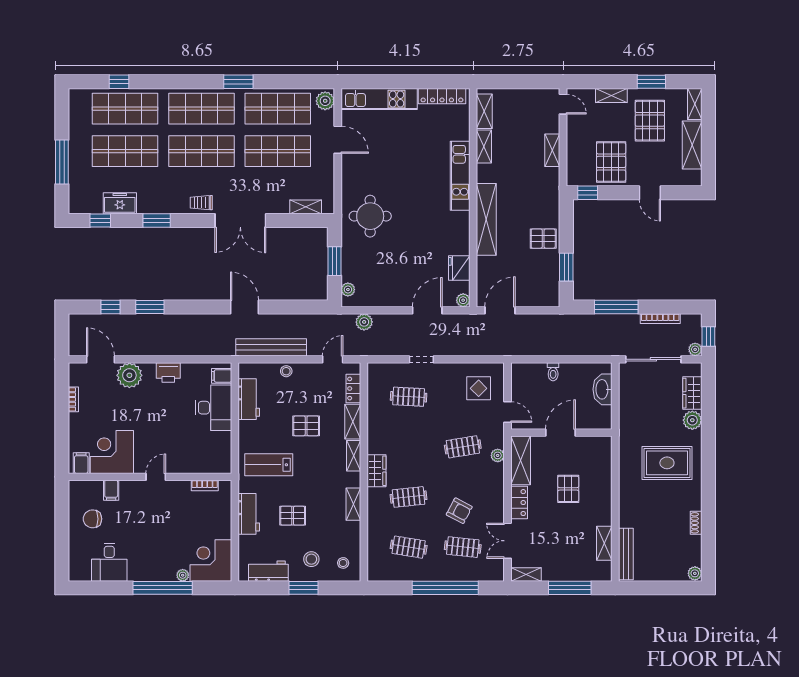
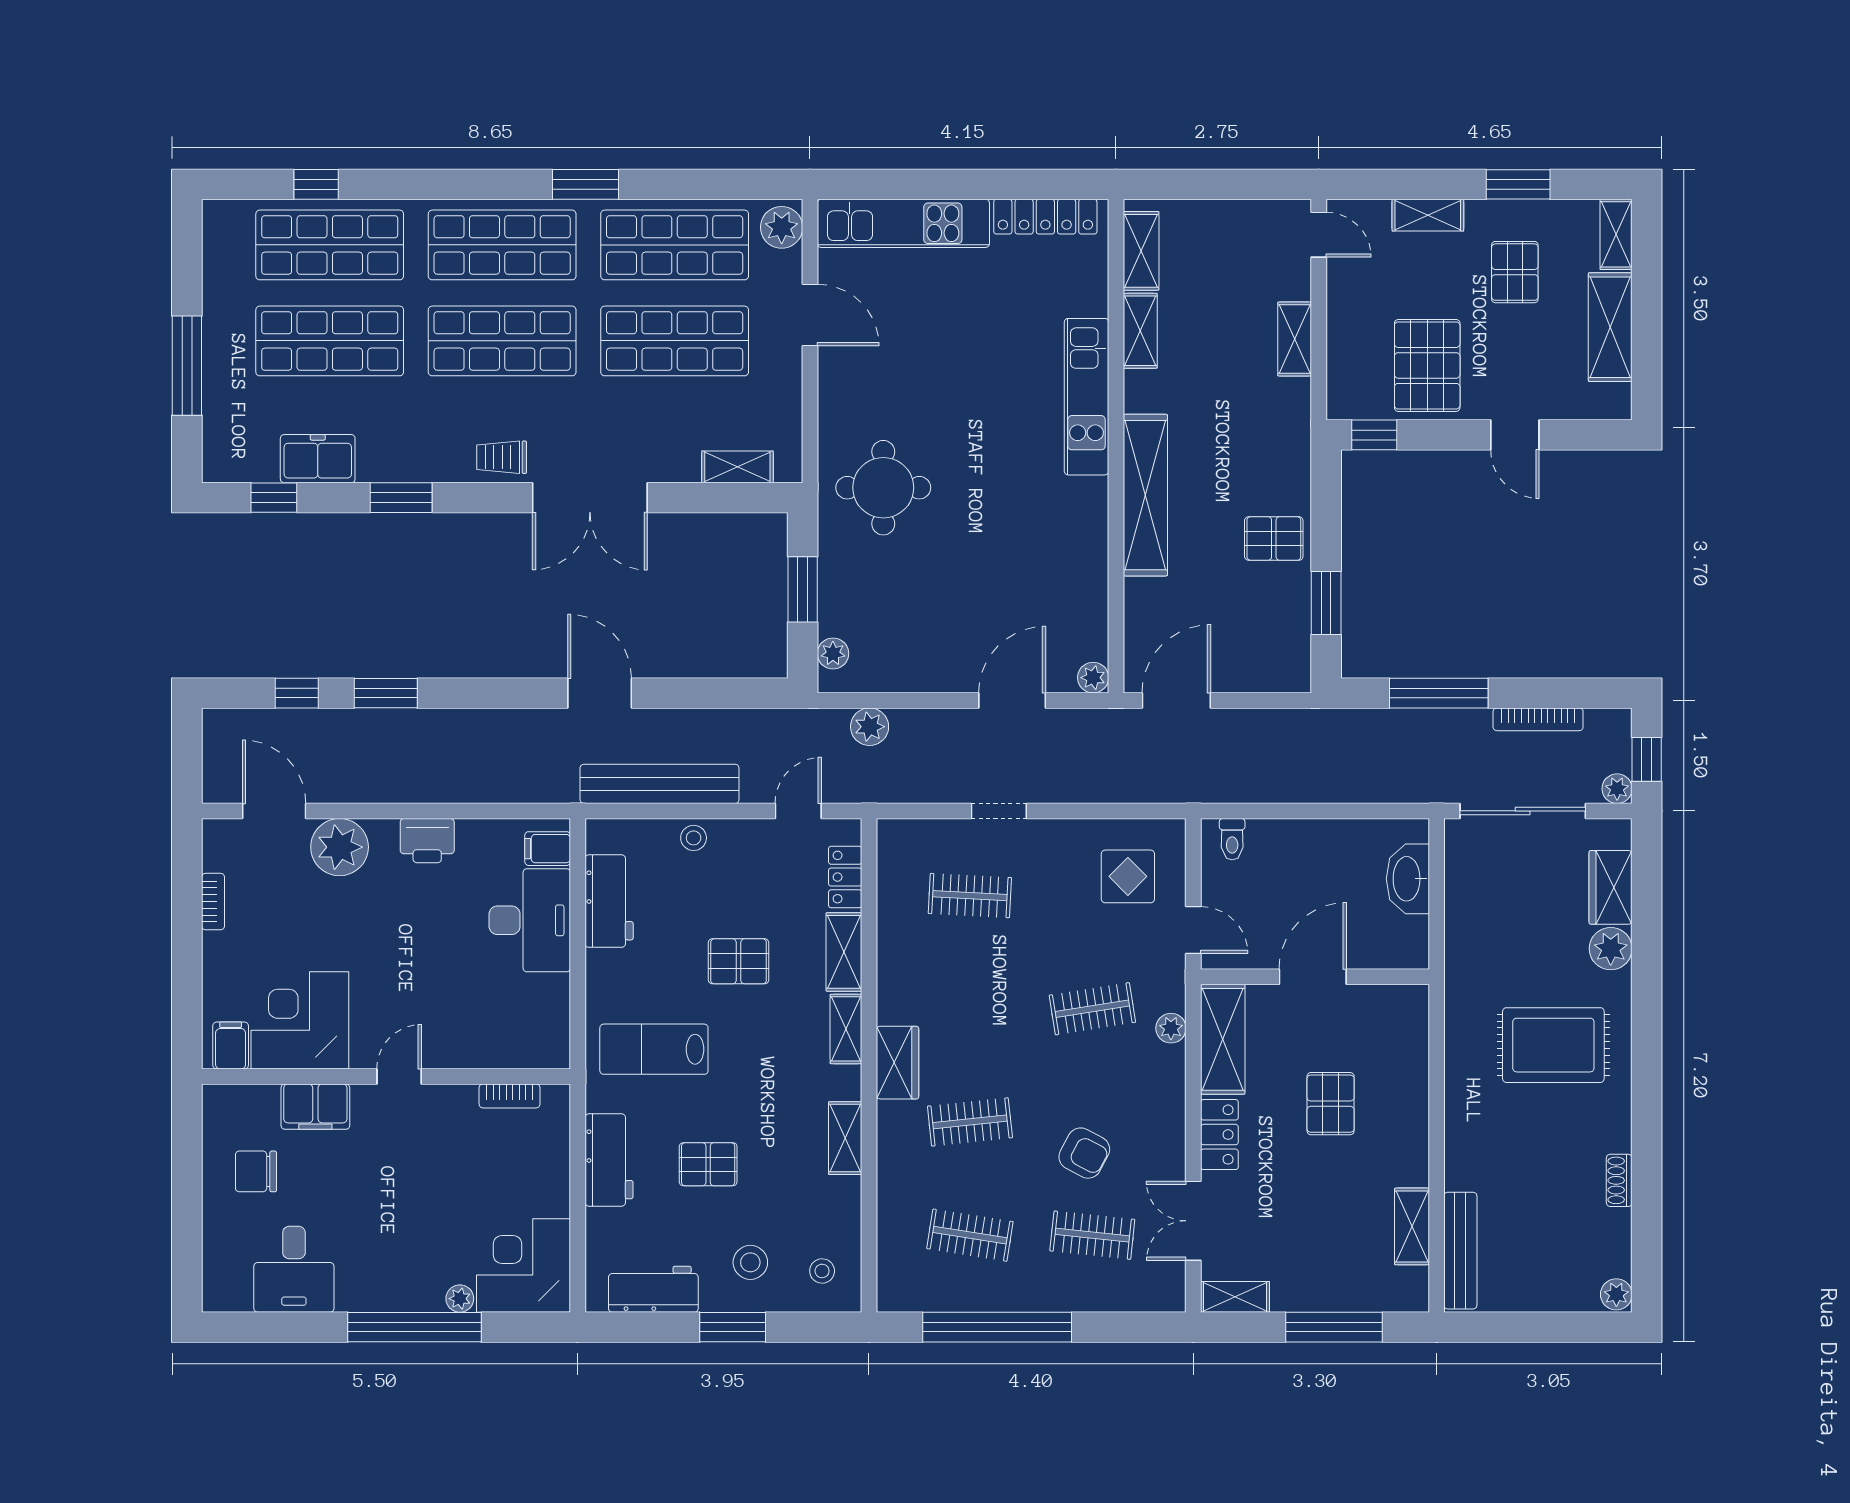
pallet: (650, 121) -> (1515, 272), width x0.67, depth x0.71
fridge: (459, 268) -> (1084, 605), removed
toilet: (553, 372) -> (1232, 839), moved
filing cabinet: (111, 490) -> (315, 1107), width x2.00
window: (445, 588) -> (997, 1327), moved

